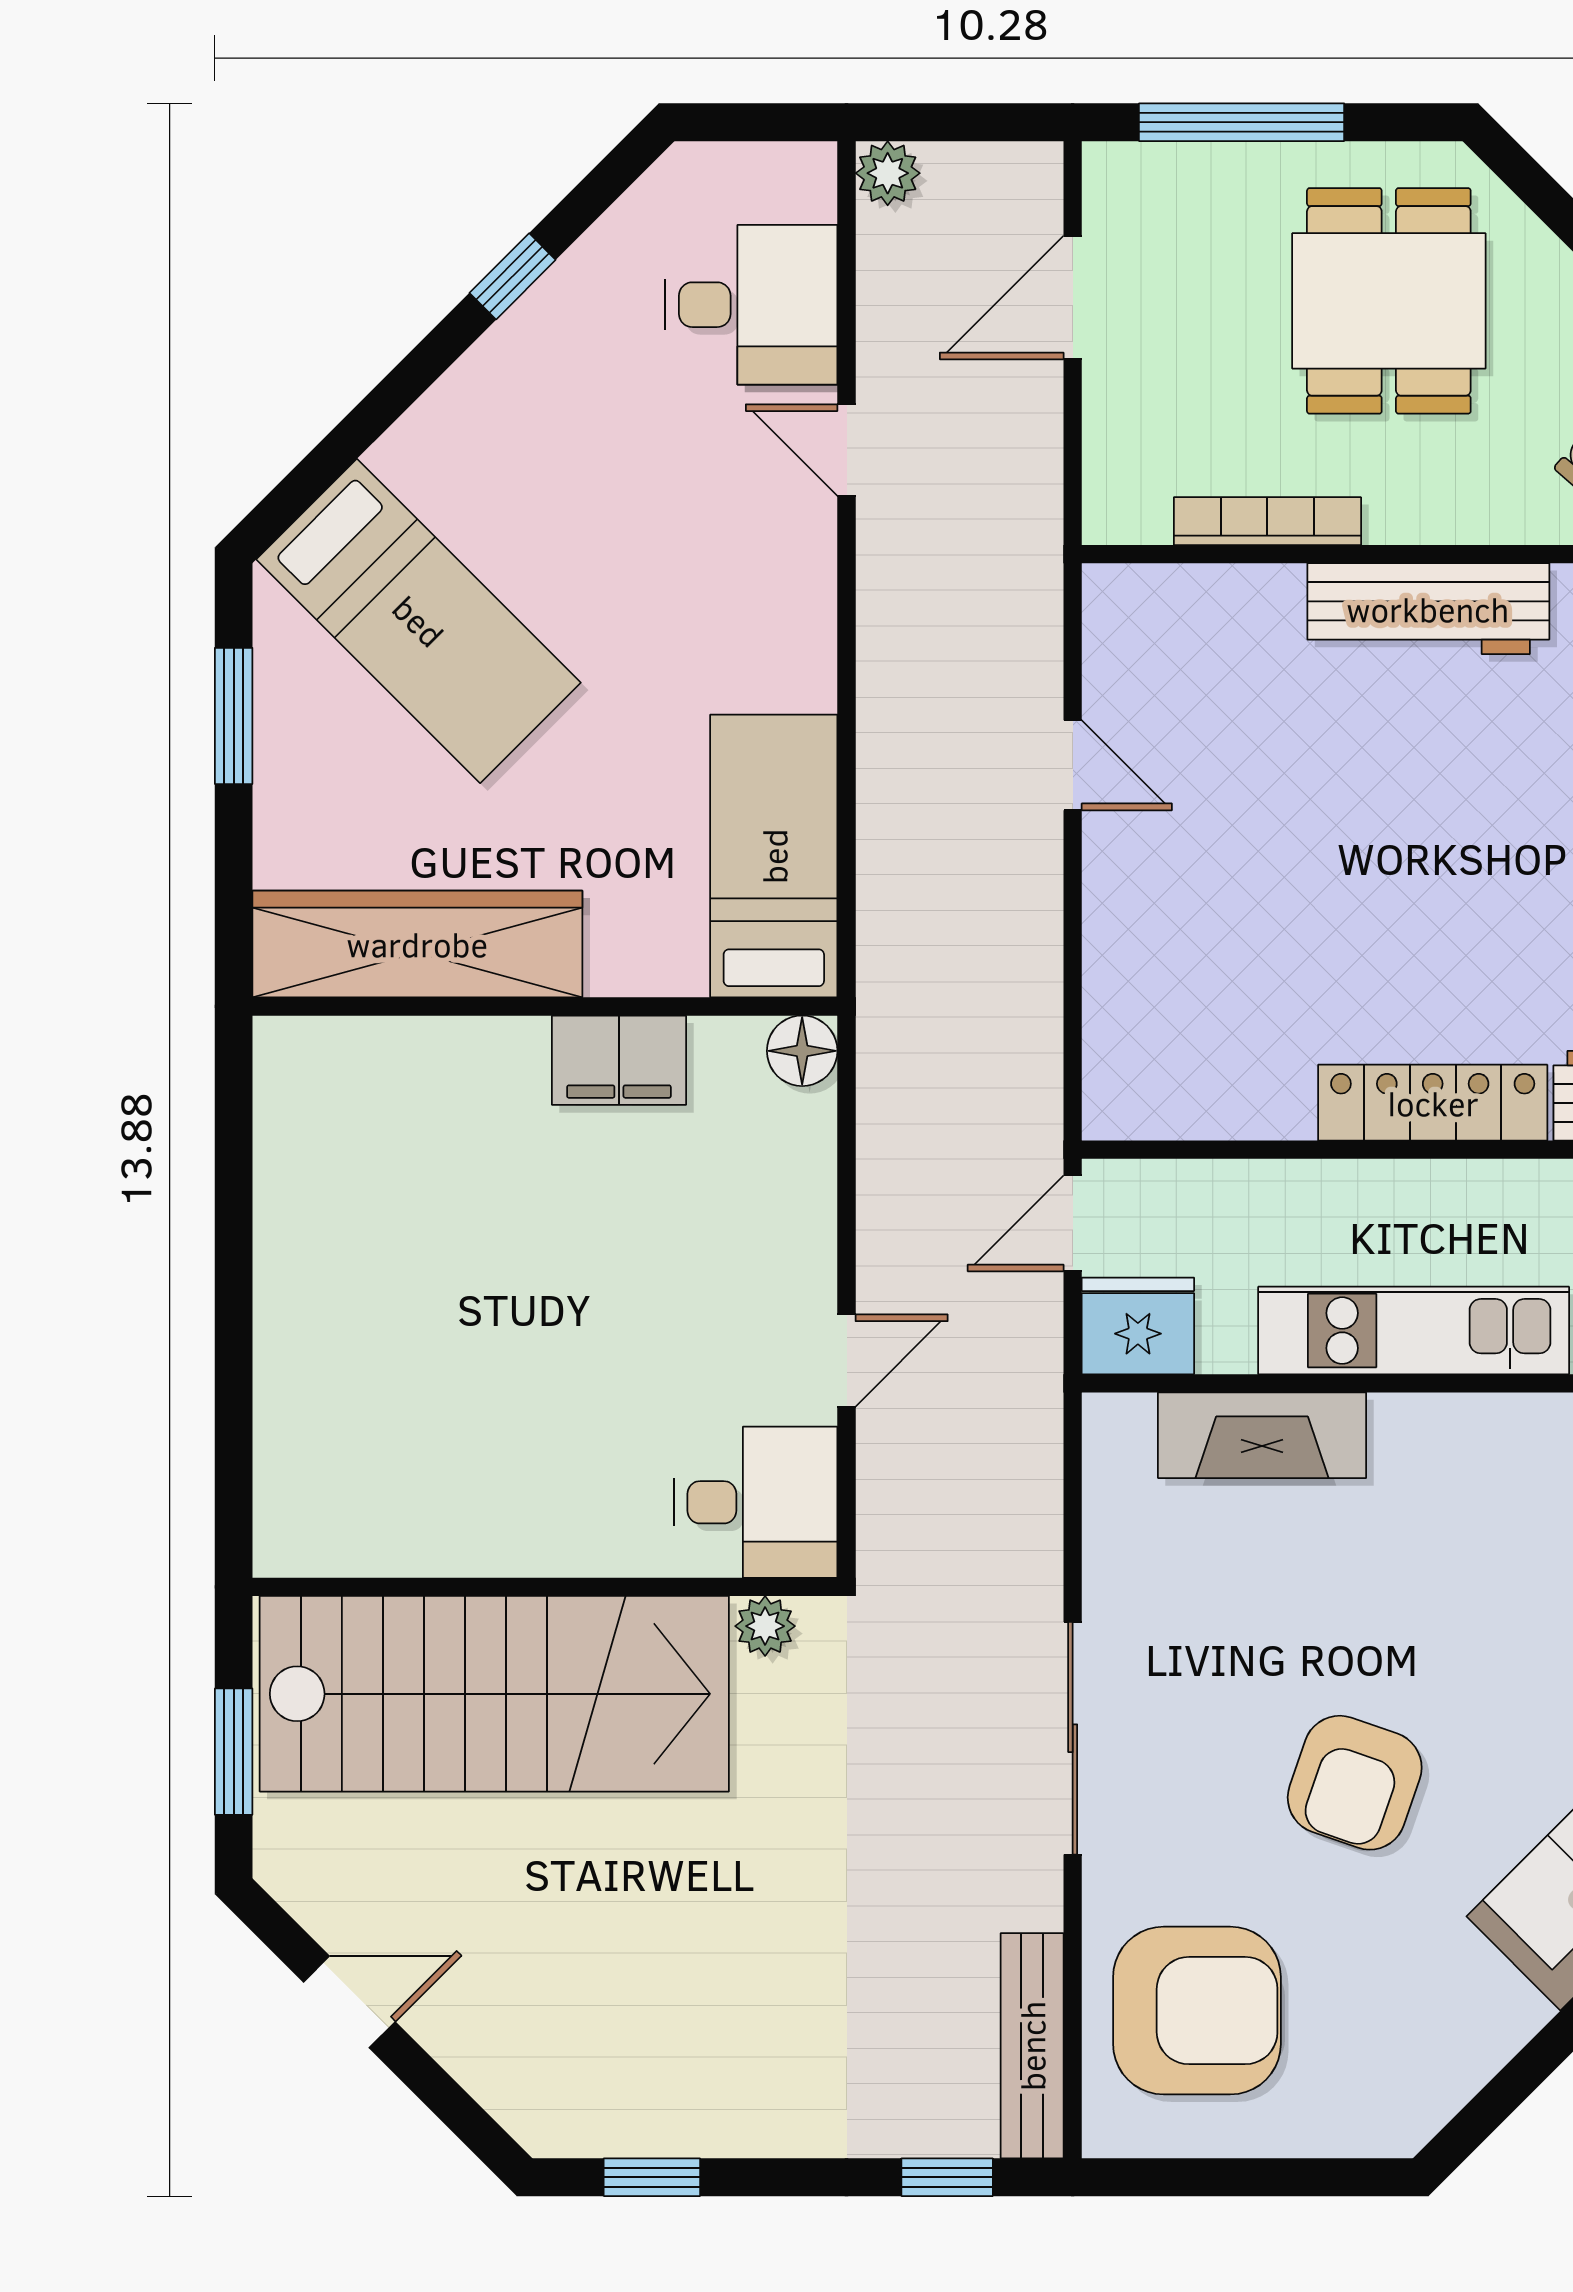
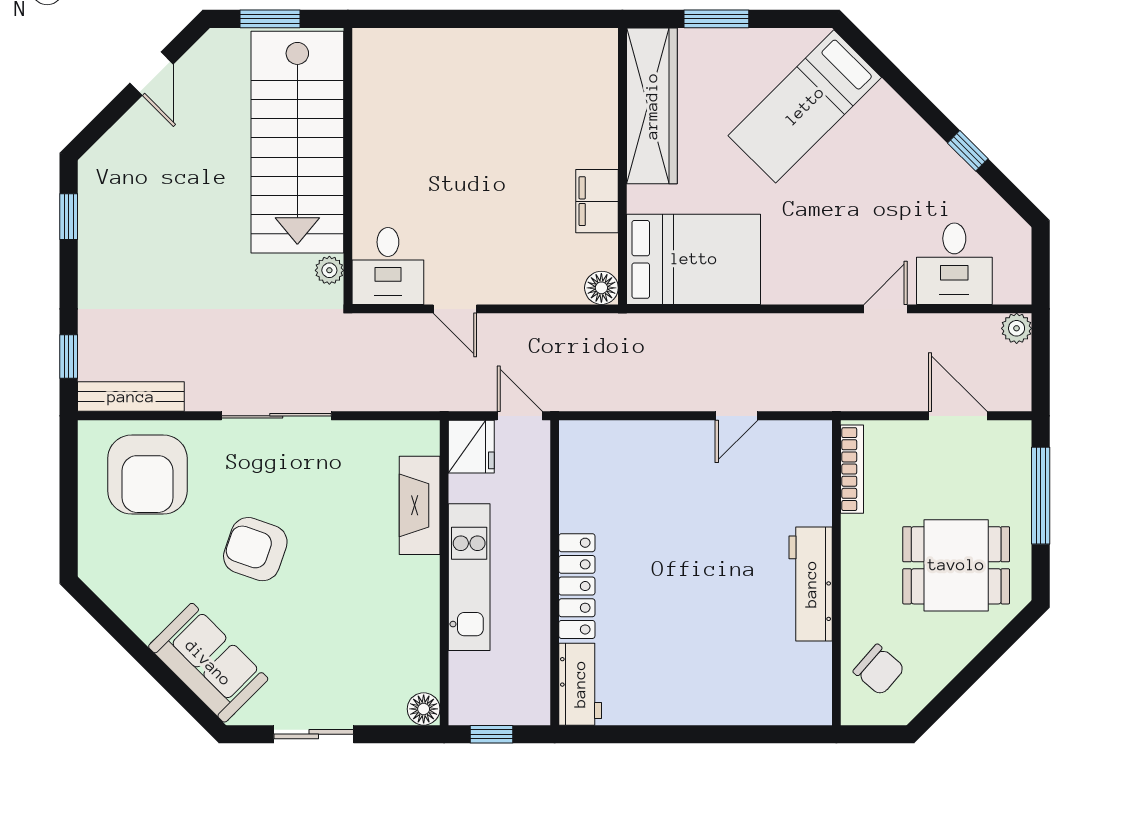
bookcase: (1267, 521) -> (852, 469), moved
window: (234, 716) -> (716, 19), moved
bed: (774, 856) -> (694, 259), width x1.50

